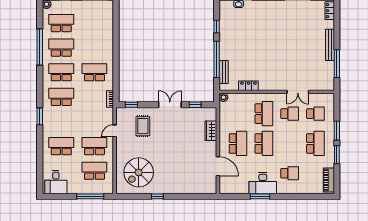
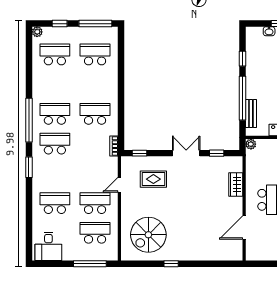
window: (40, 47) -> (29, 120), moved
school desk: (61, 48) -> (95, 54), moved
rug: (143, 126) -> (153, 179), turned 90
door: (218, 166) -> (244, 227), swing flipped

